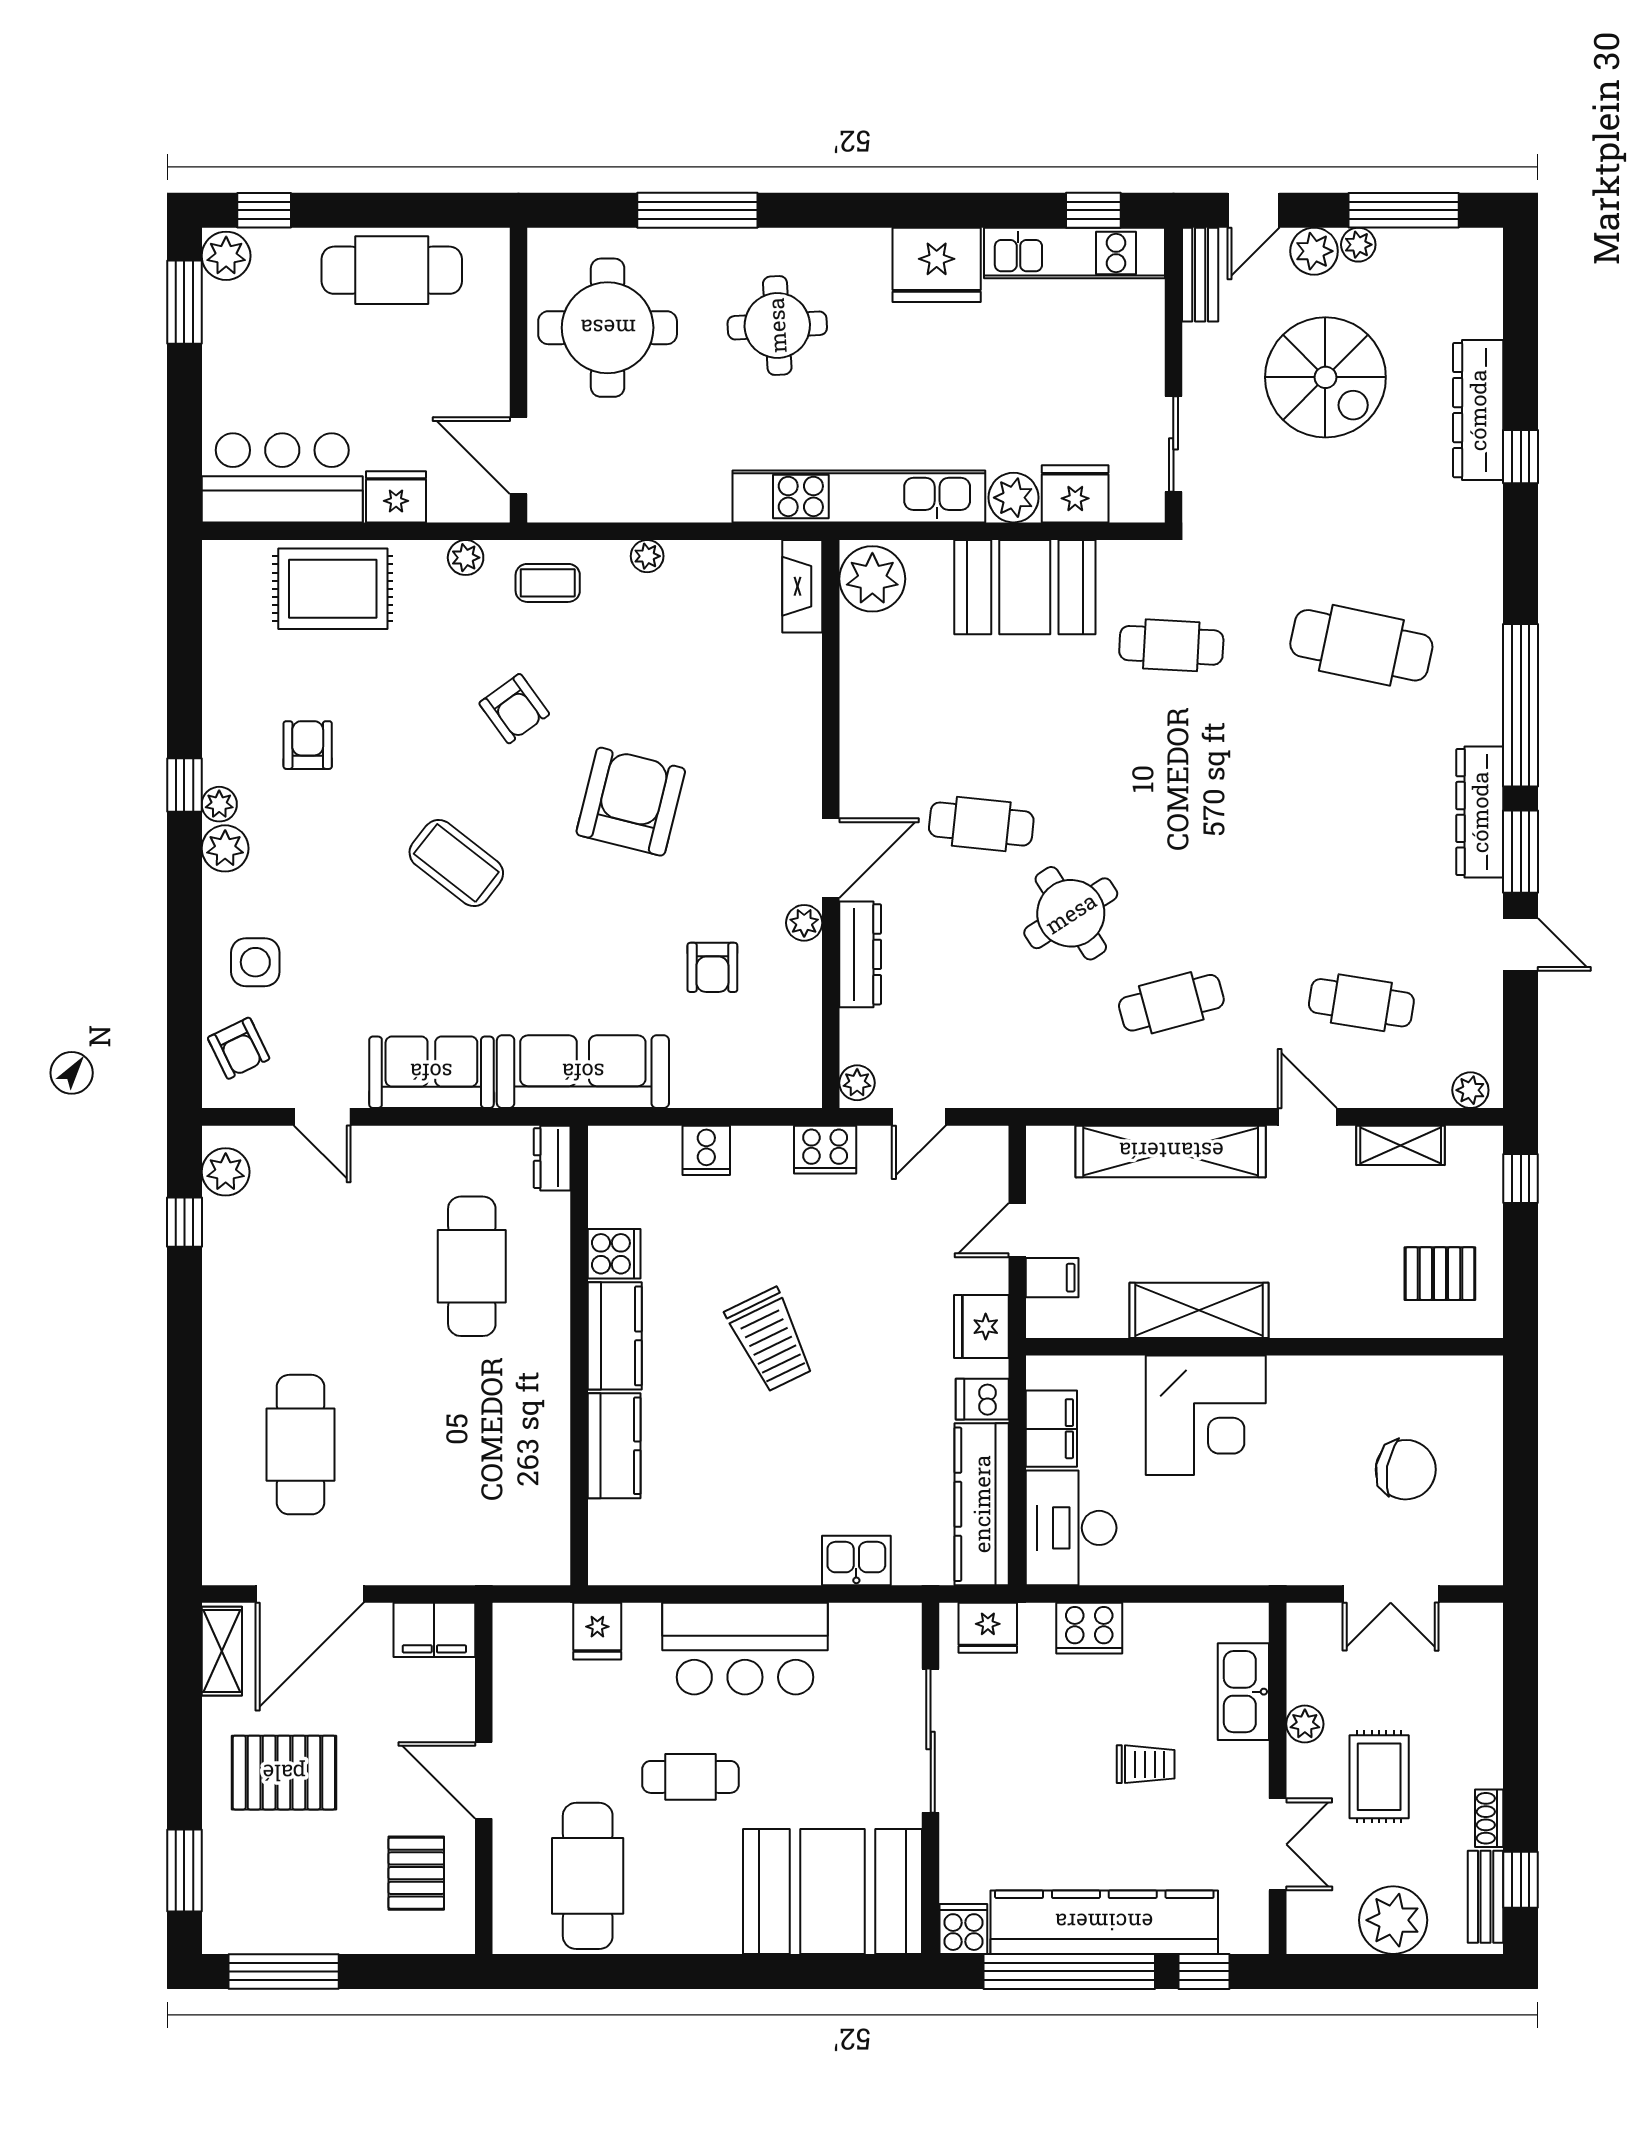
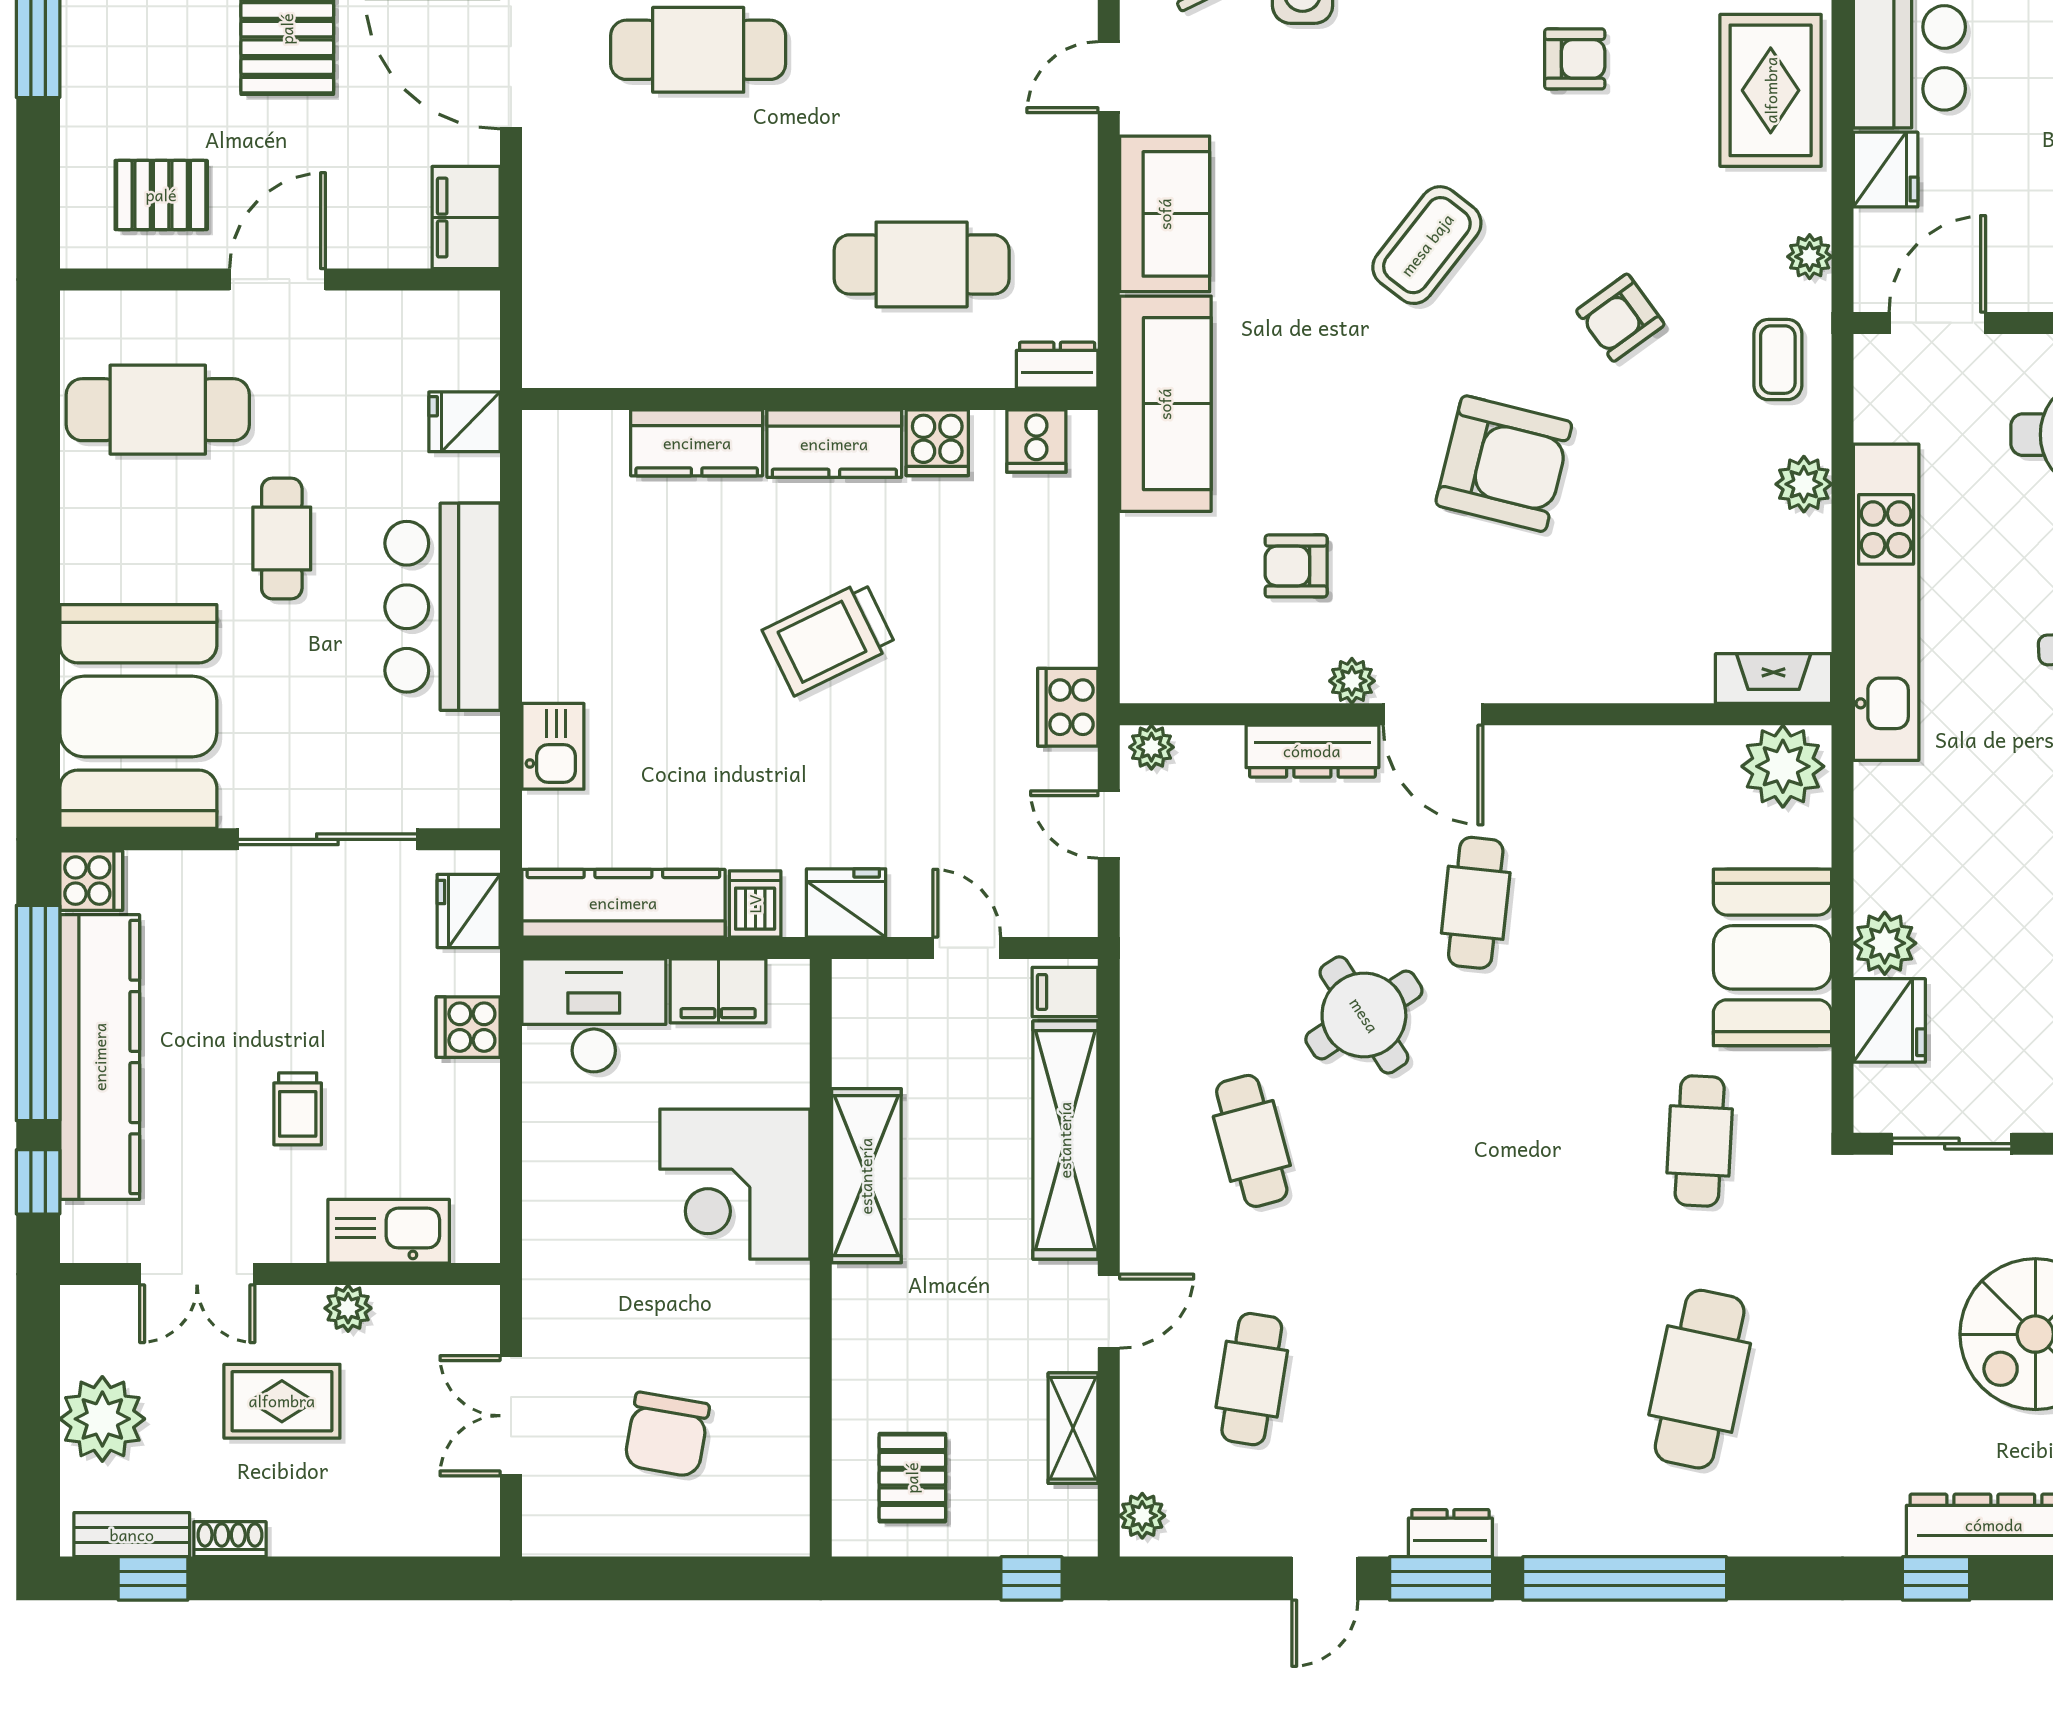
kitchen unit: (859, 496) -> (1886, 602), moved
plant: (647, 556) -> (1804, 484), width x1.38, depth x1.38
dresser: (1480, 812) -> (1450, 1533), width x0.51, depth x0.80
cooker: (706, 1150) -> (1036, 441), moved, turned -90
filing cabinet: (1052, 1278) -> (1065, 992), moved, turned 90
cooker: (1089, 1628) -> (468, 1027), width x0.73

